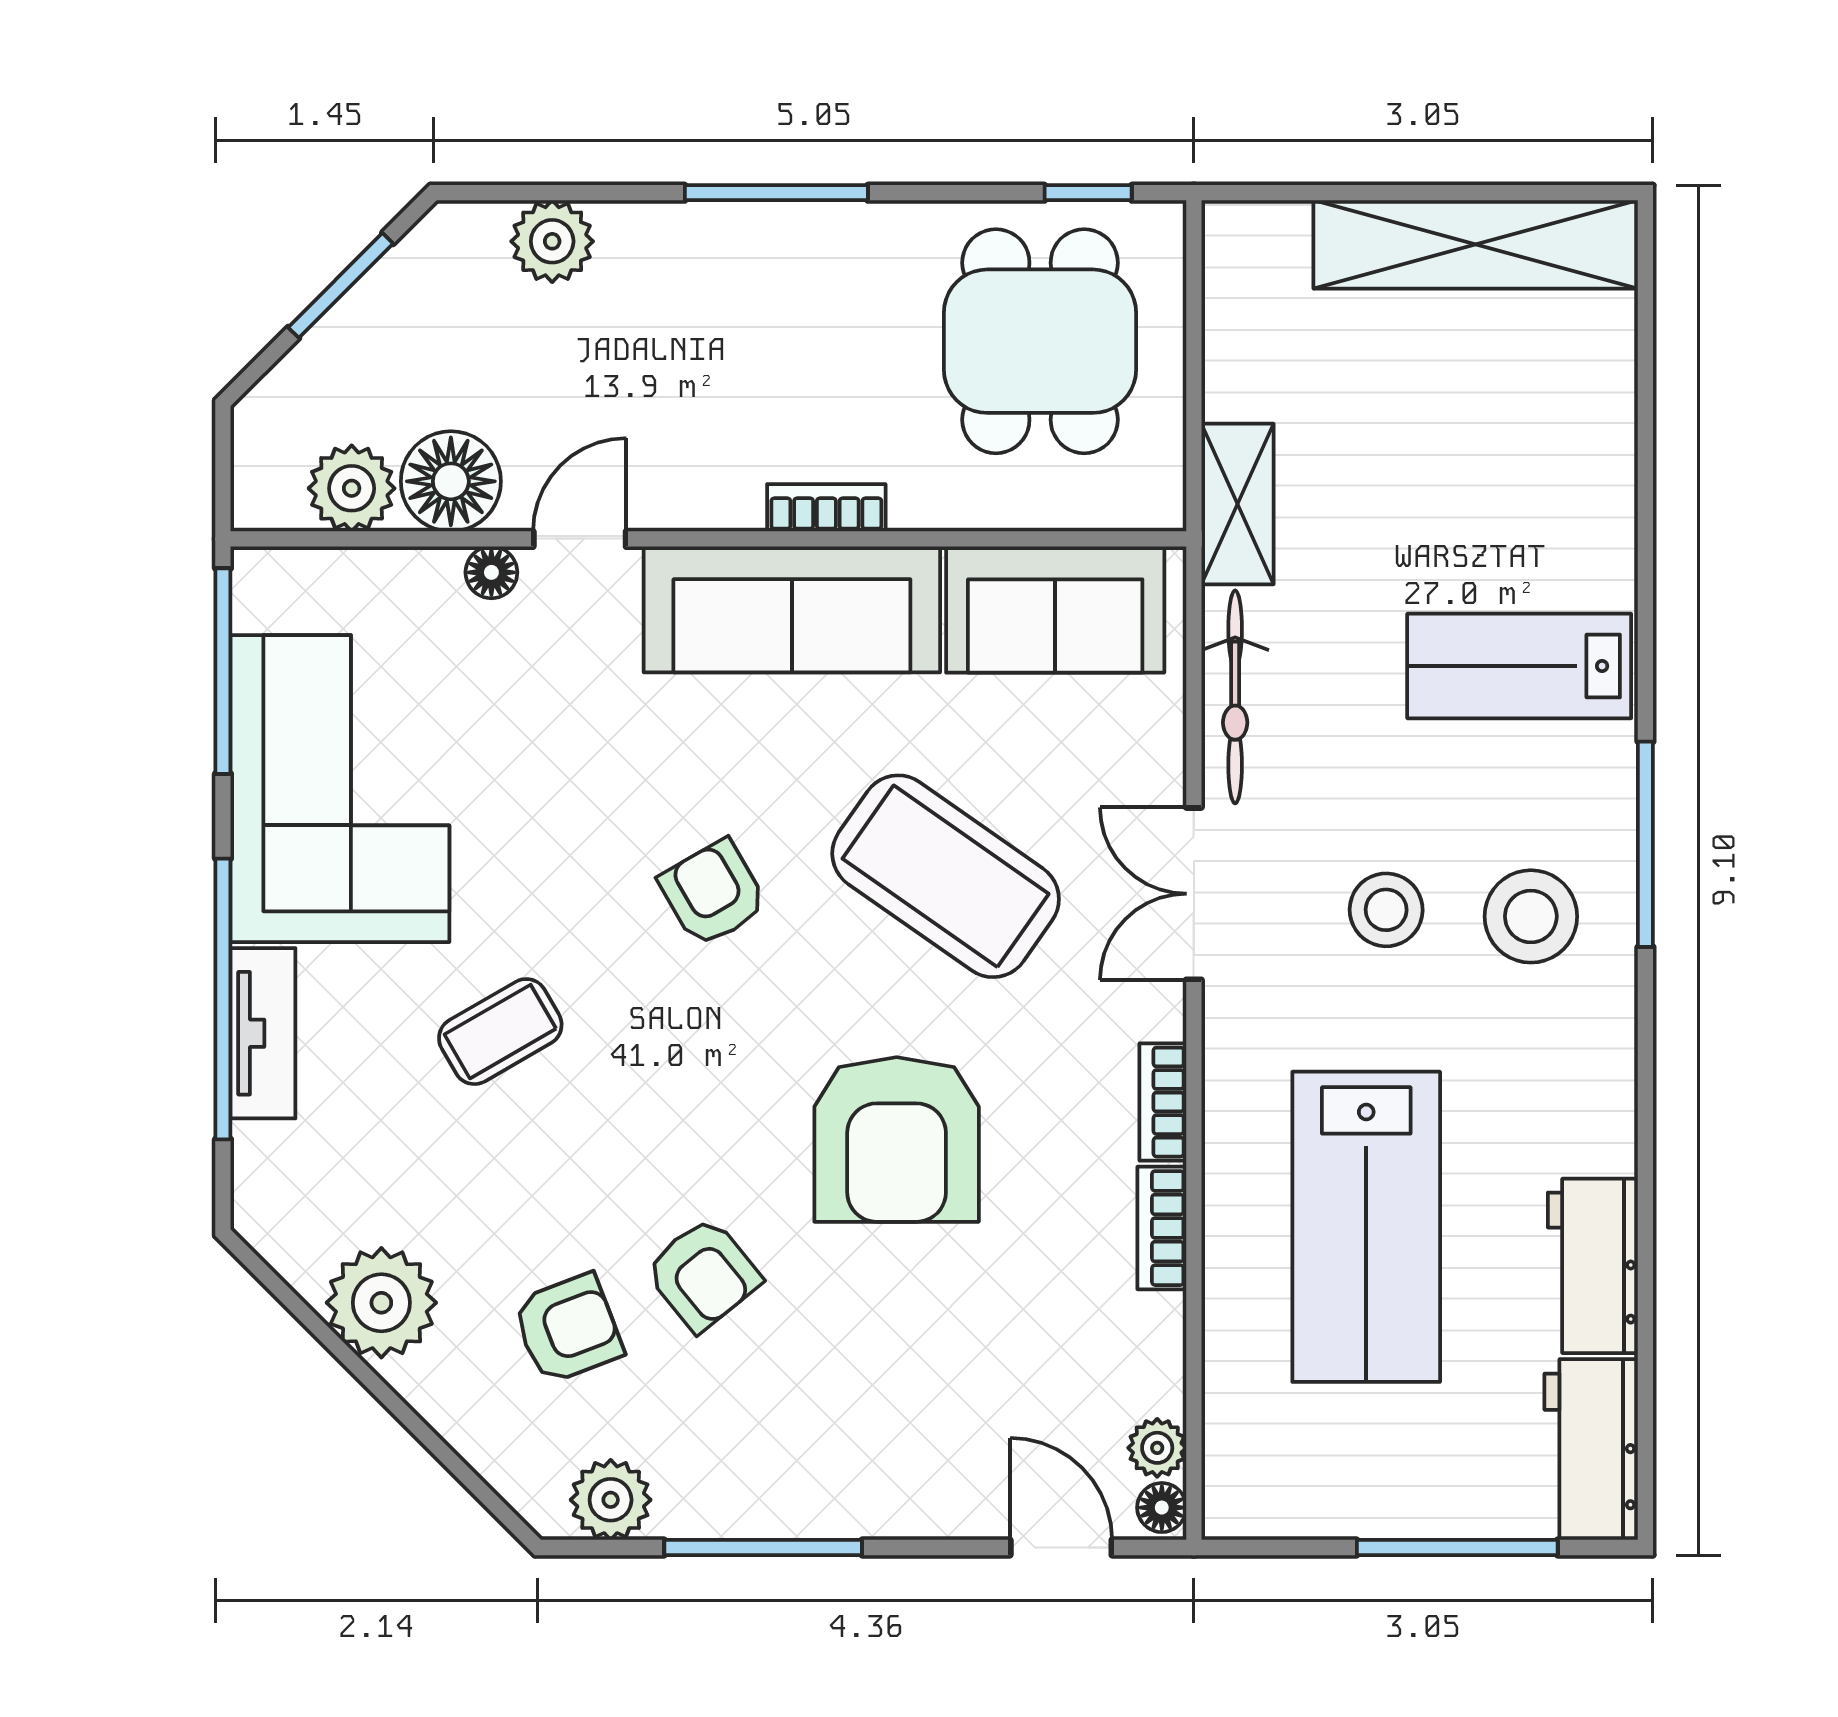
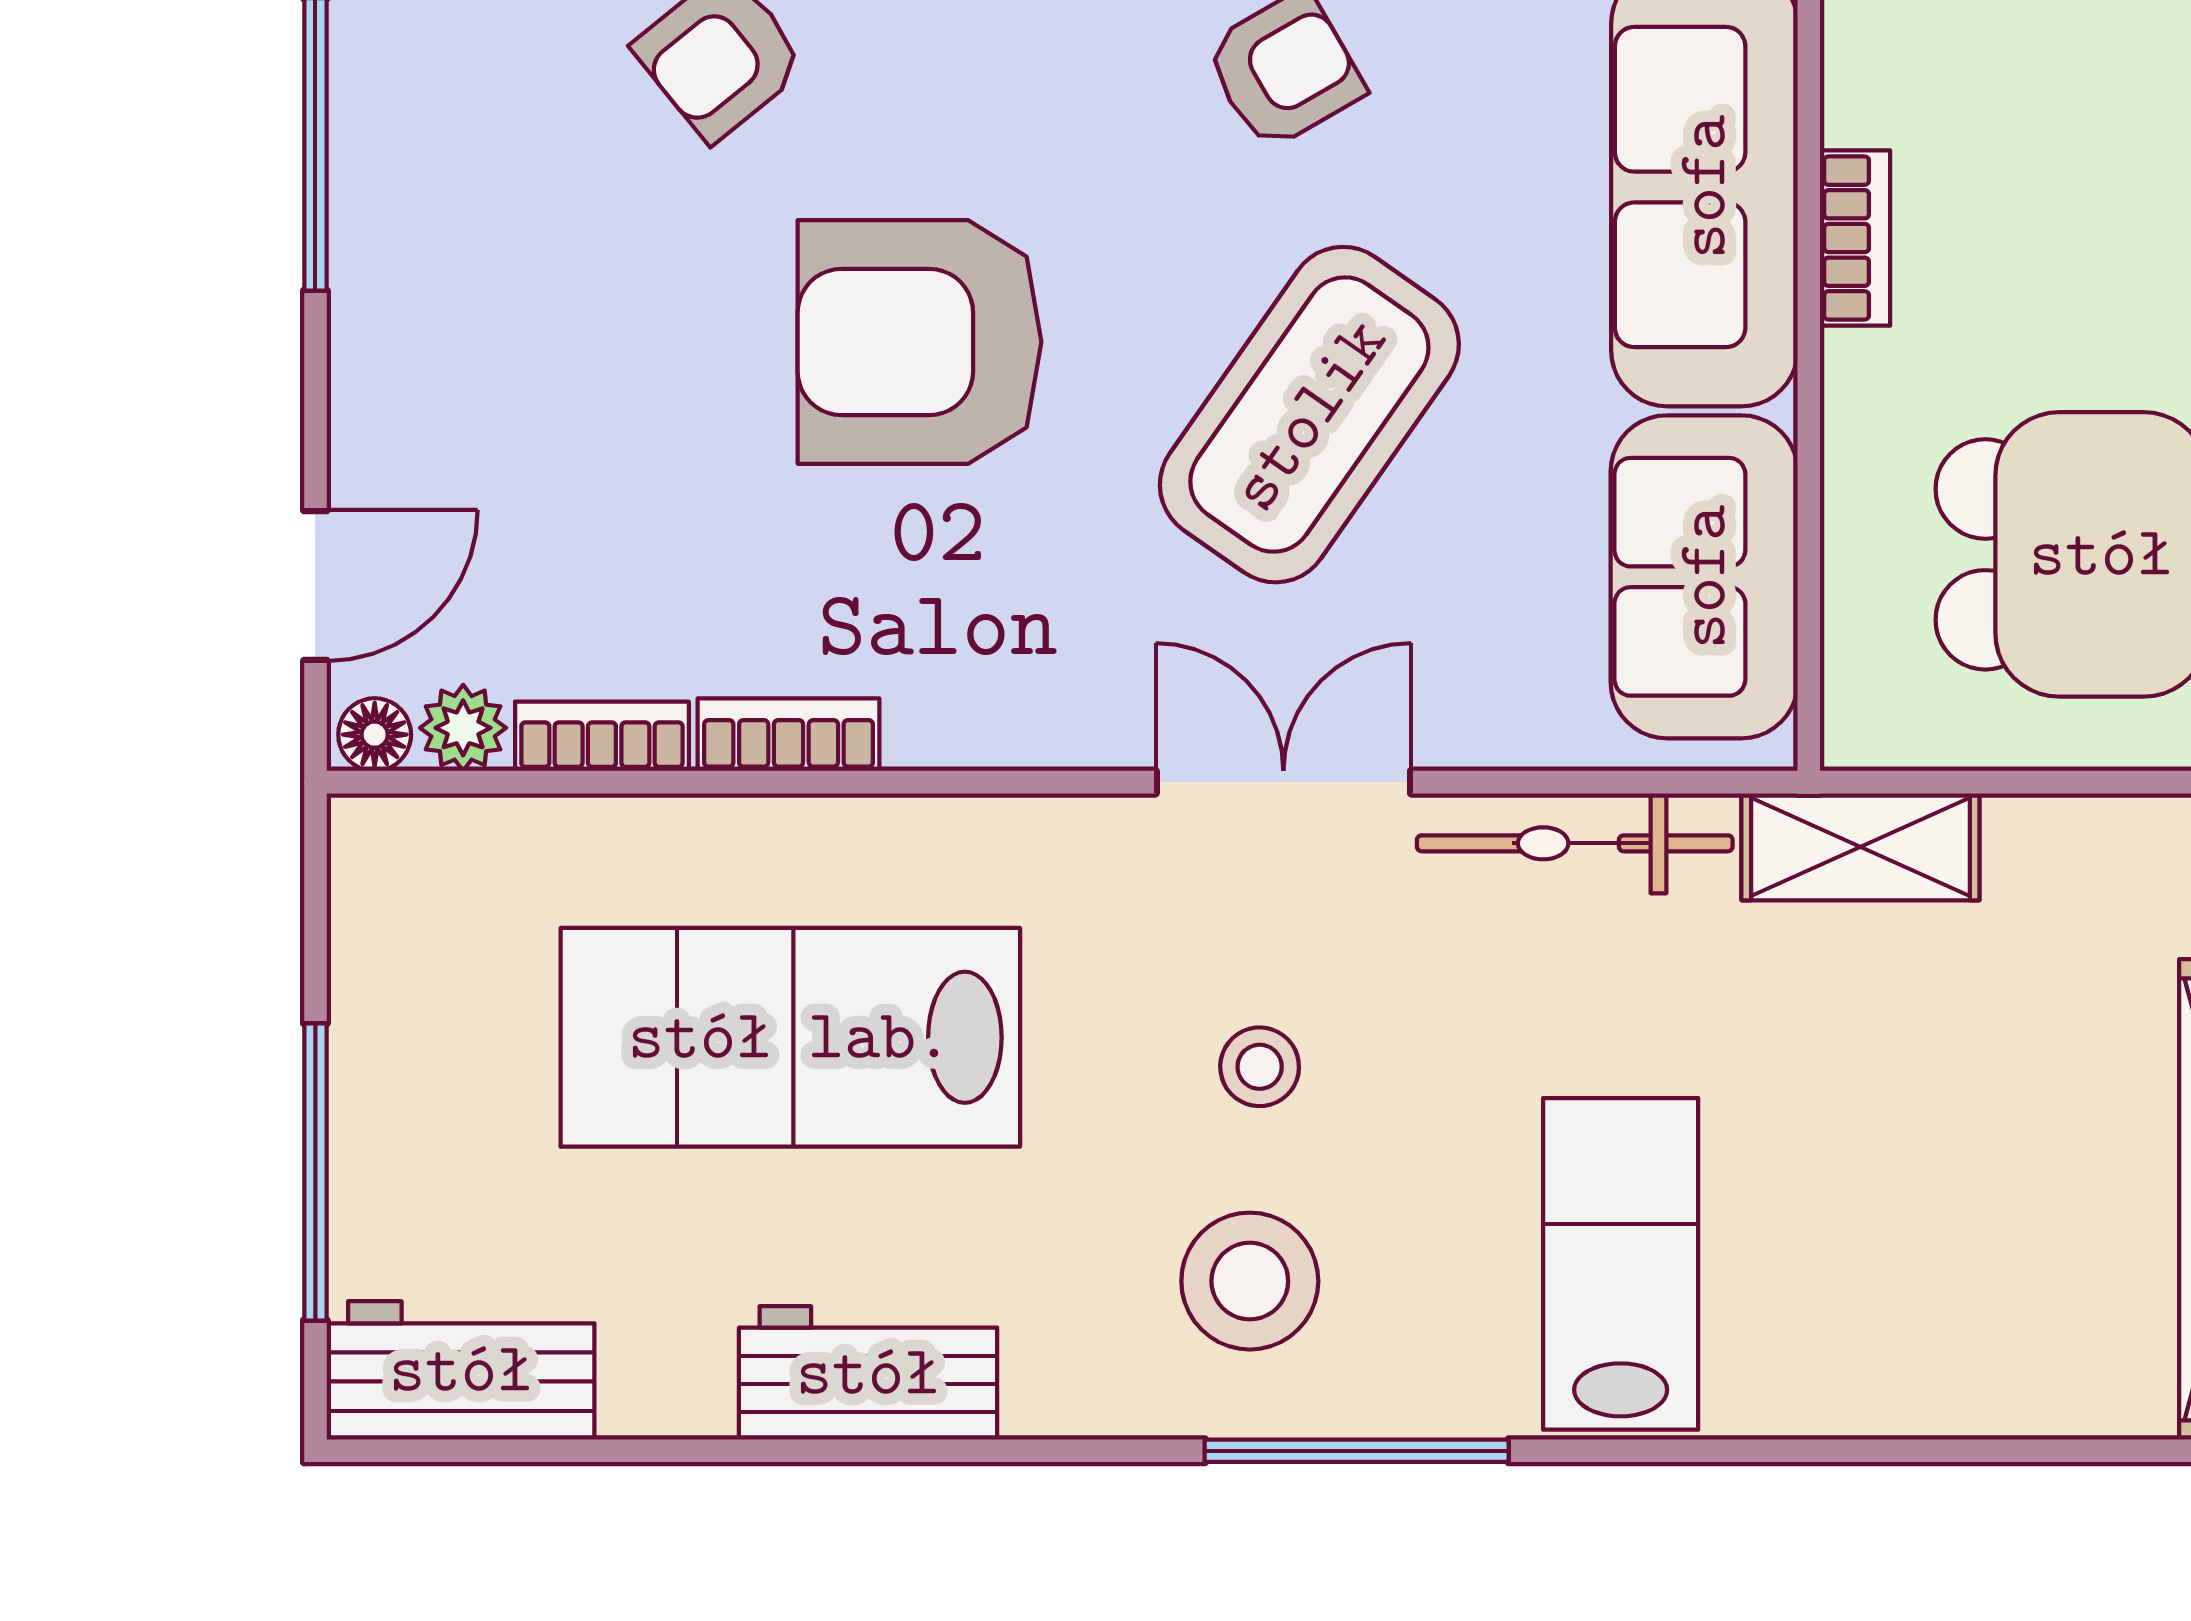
stool: (1386, 910) -> (1260, 1067), width x0.73, depth x0.73
bookcase: (1163, 1102) -> (602, 736), moved
workbench: (1593, 1266) -> (868, 1373), moved

